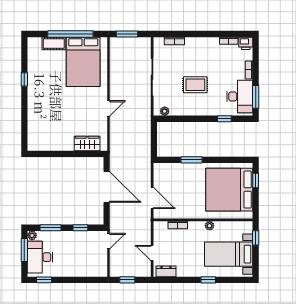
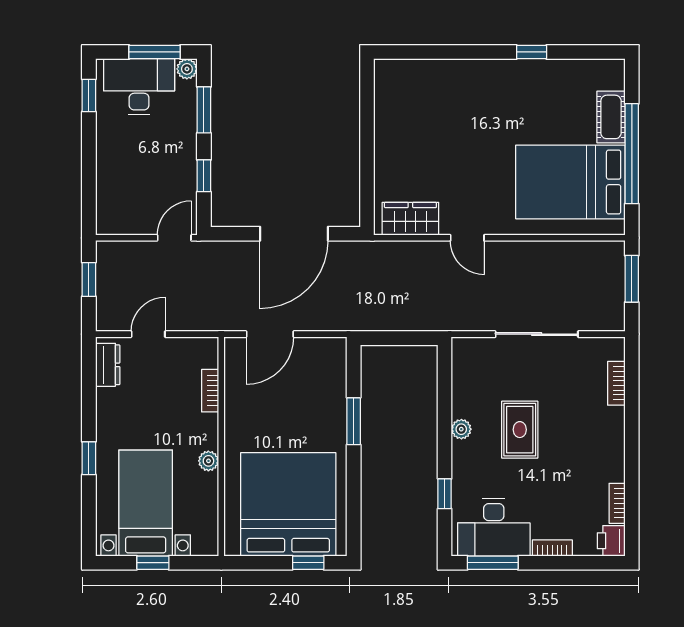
plant: (165, 111) -> (461, 429), moved
wardrobe: (87, 143) -> (410, 219), moved, turned -90
window: (256, 238) -> (153, 563), moved
door: (108, 241) -> (174, 238), swing flipped

